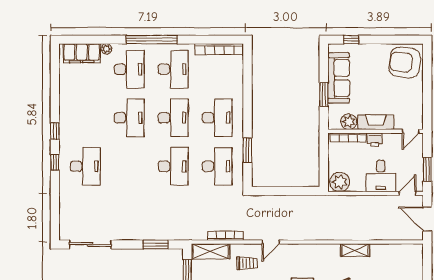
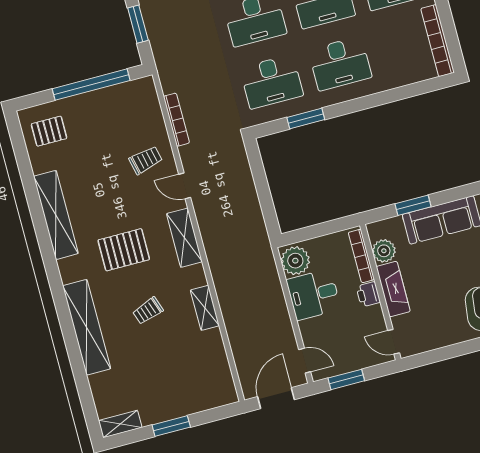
desk: (381, 176) -> (314, 295), moved
shelving: (210, 251) -> (184, 238), moved
trolley: (247, 263) -> (146, 160), turned -103

